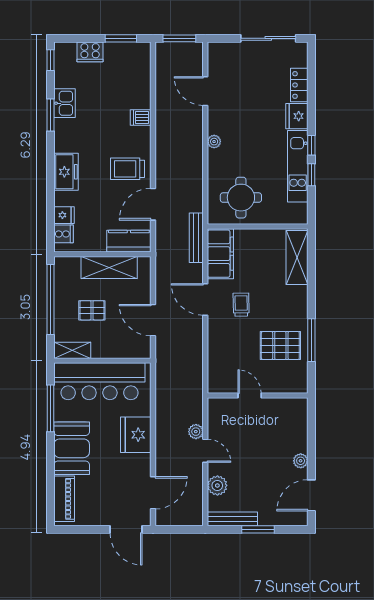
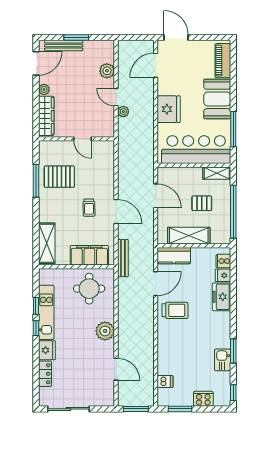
dishwasher: (141, 118) -> (165, 382), moved
plant: (214, 142) -> (105, 331), width x1.88, depth x1.88
freezer: (66, 172) -> (221, 297), moved
filing cabinet: (220, 254) -> (89, 255), moved, turned 90
wardrobe: (298, 426) -> (46, 116), added
bench: (232, 519) -> (64, 45), moved

